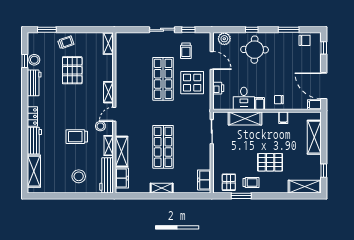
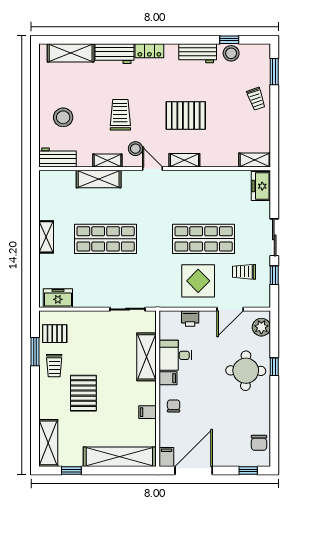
window: (289, 30) -> (274, 420), removed
pallet: (72, 70) -> (186, 116), moved
shelving: (314, 137) -> (119, 457), width x1.47
workbench: (107, 175) -> (57, 157), width x0.73
freezer: (122, 178) -> (261, 186), moved, turned 90

